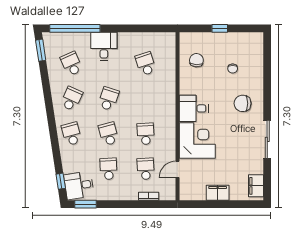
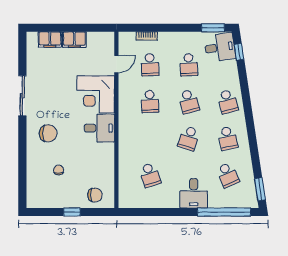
chair: (196, 60) -> (95, 195), moved, turned -93
school desk: (71, 99) -> (228, 138), turned -36
filing cabinet: (256, 186) -> (50, 39), moved, turned 90

